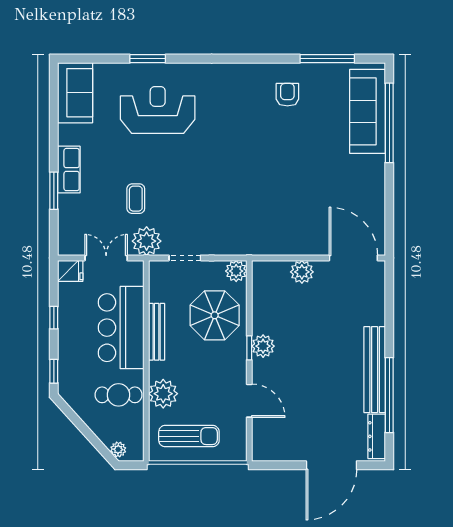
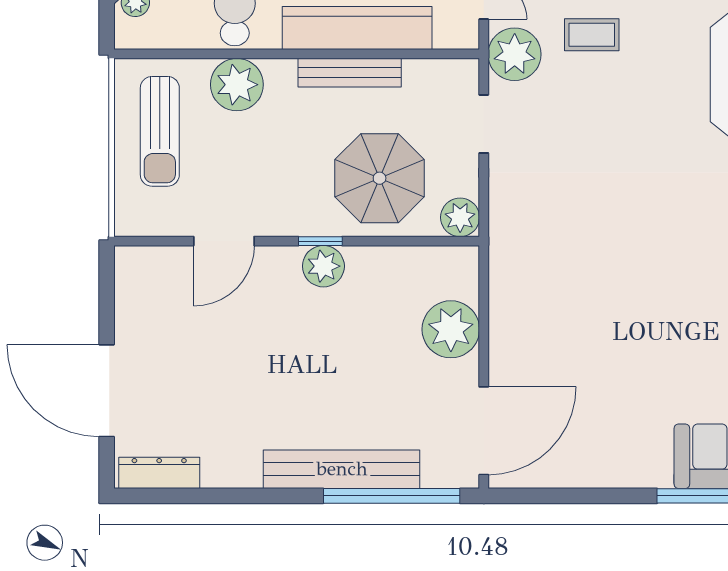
plant: (302, 272) -> (451, 329), width x1.36, depth x1.36
bench: (375, 370) -> (342, 469), moved
window: (389, 395) -> (392, 496), moved

